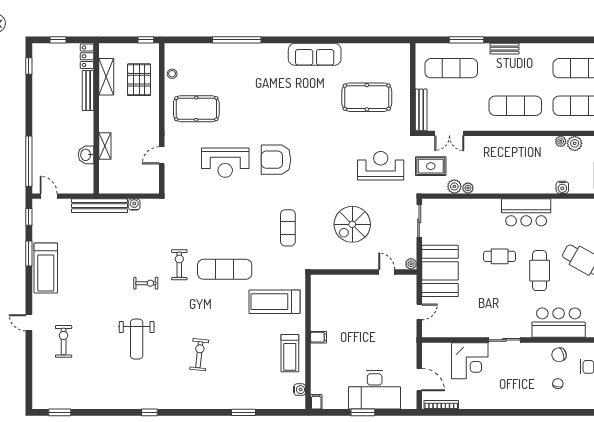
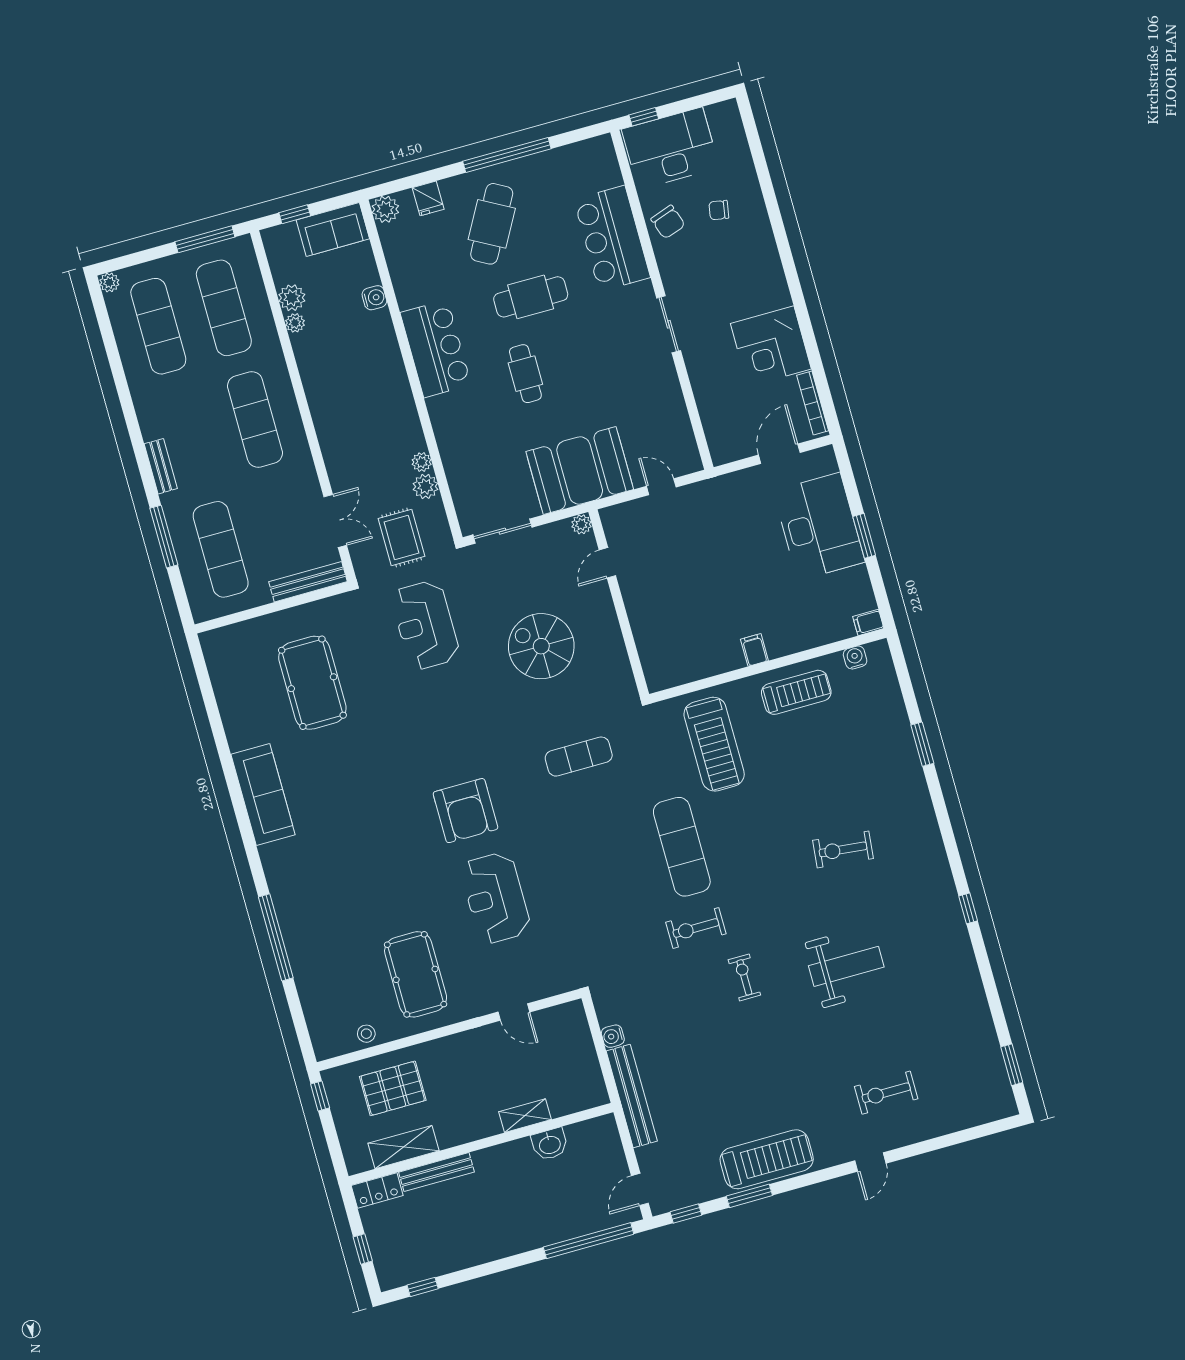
reception desk: (225, 163) -> (495, 898), turned 180
spiral stairs: (352, 224) -> (541, 646), turned 180
corner desk: (470, 361) -> (771, 346), moved, turned 180

